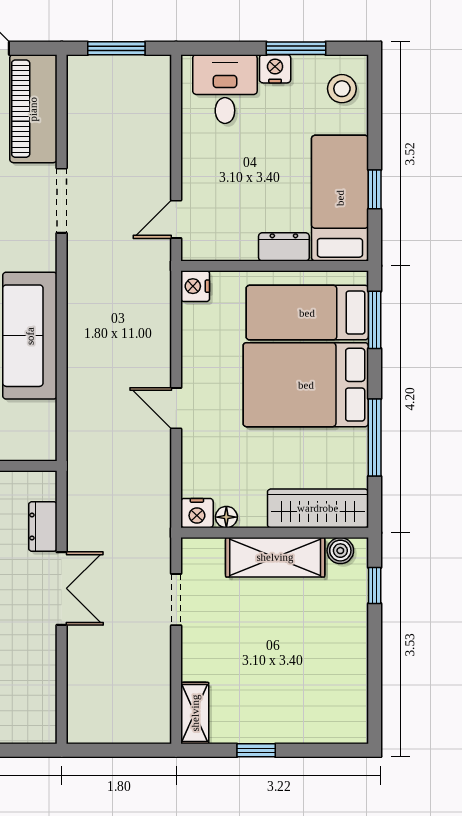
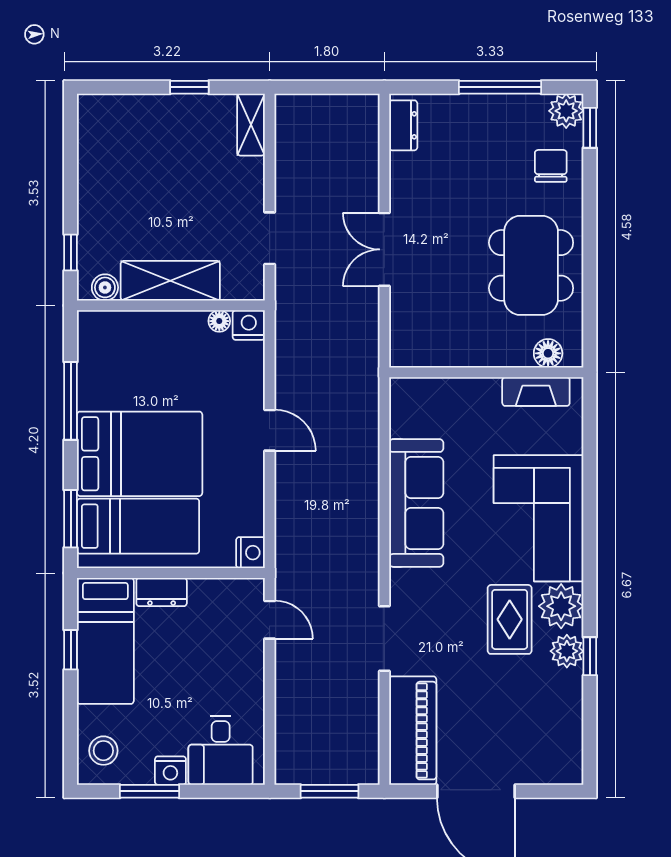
door: (176, 219) -> (270, 620), hinge flipped
wardrobe: (318, 508) -> (127, 330), removed
dresser: (43, 527) -> (403, 125), moved

